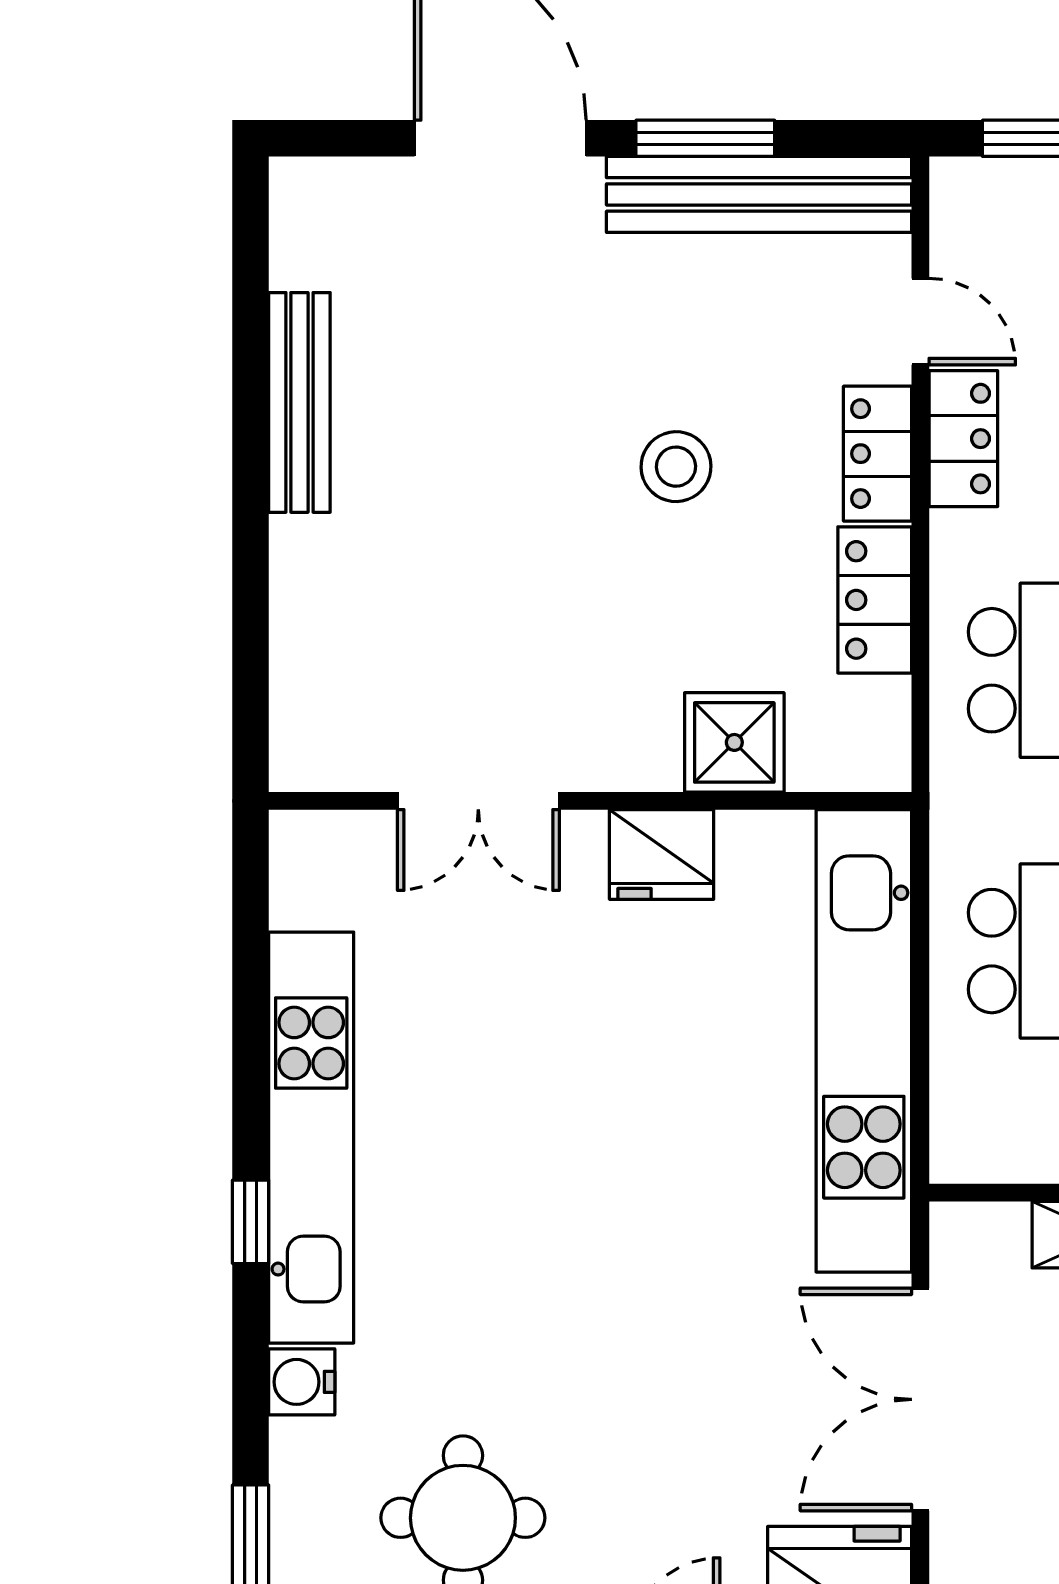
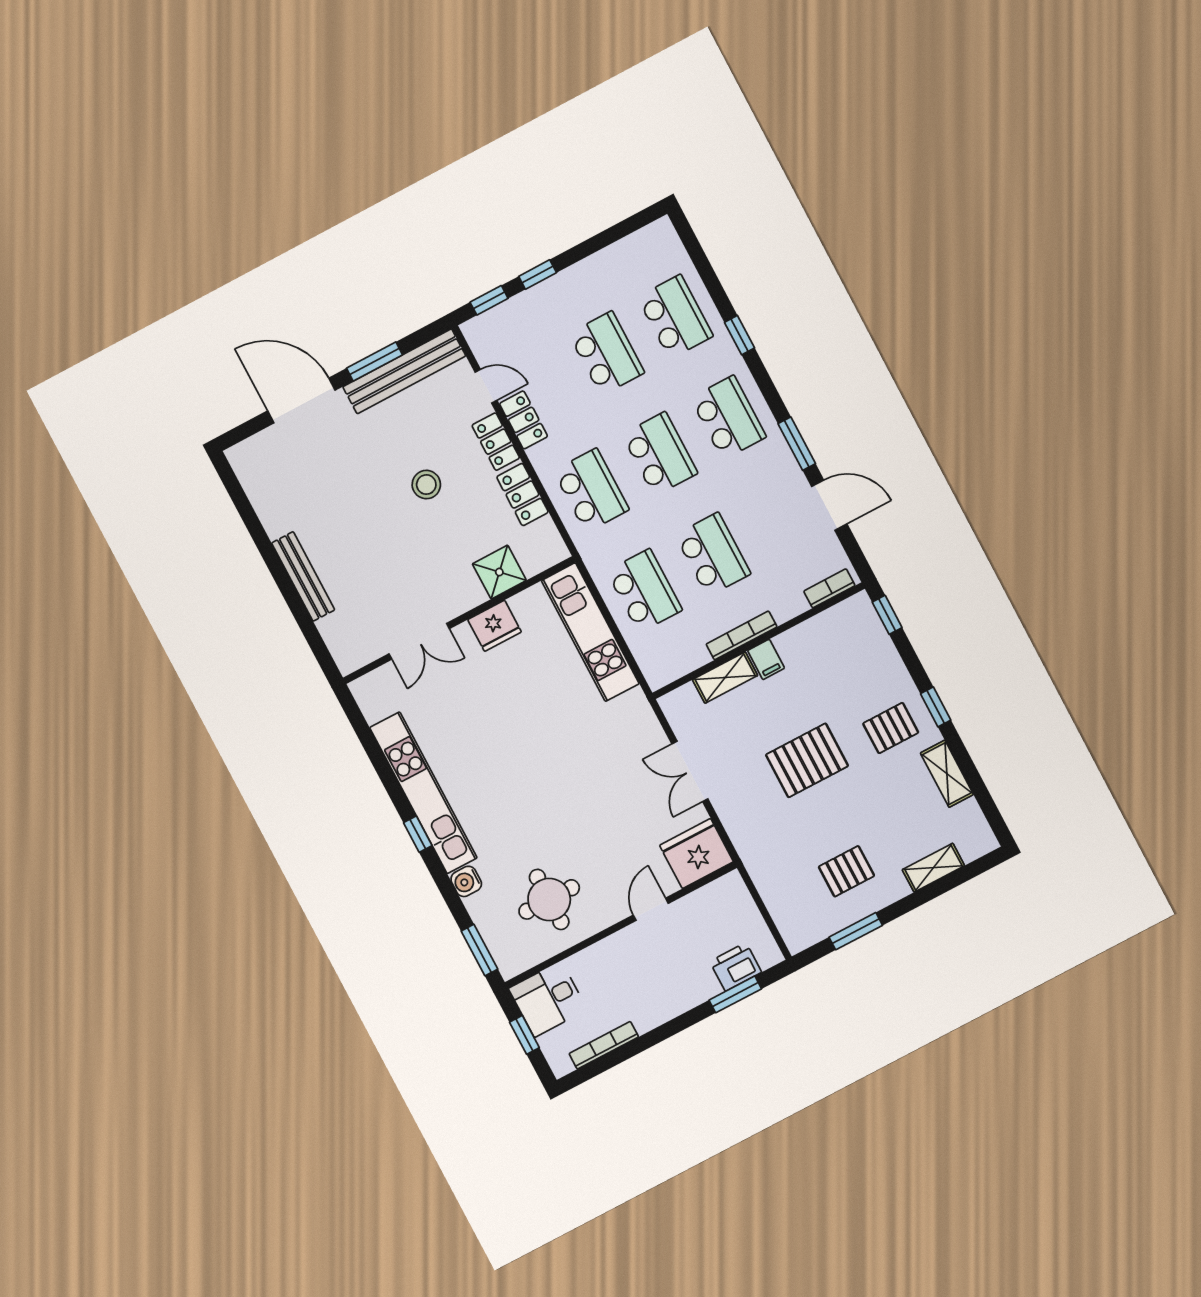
bench: (299, 402) -> (303, 576), moved
kitchen unit: (864, 1041) -> (590, 632), width x0.73
double door: (920, 1399) -> (690, 771), width x0.73

